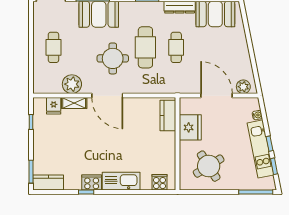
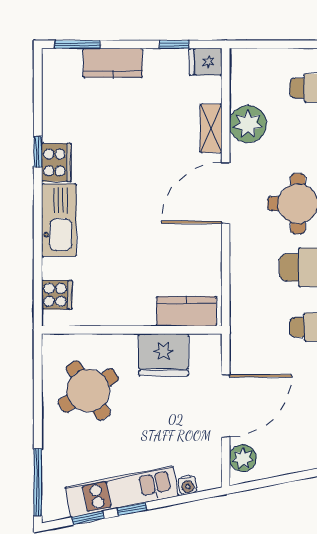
fridge: (54, 106) -> (206, 62), moved
kitchen counter: (48, 182) -> (113, 63), moved, turned 90

